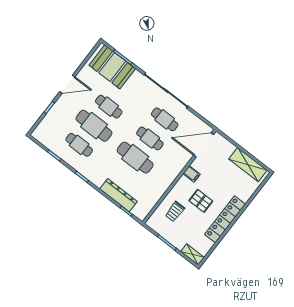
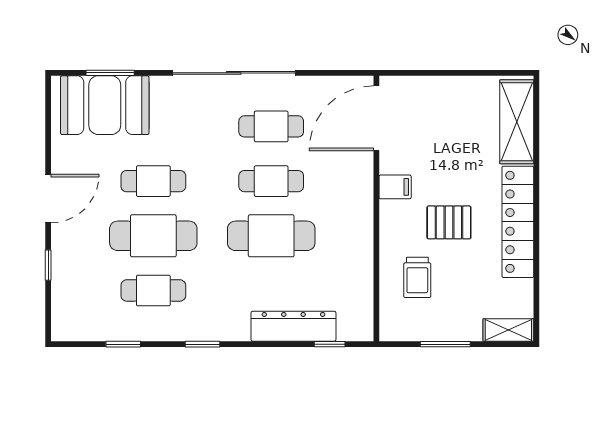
shelving: (248, 165) -> (517, 122), moved, turned 90

